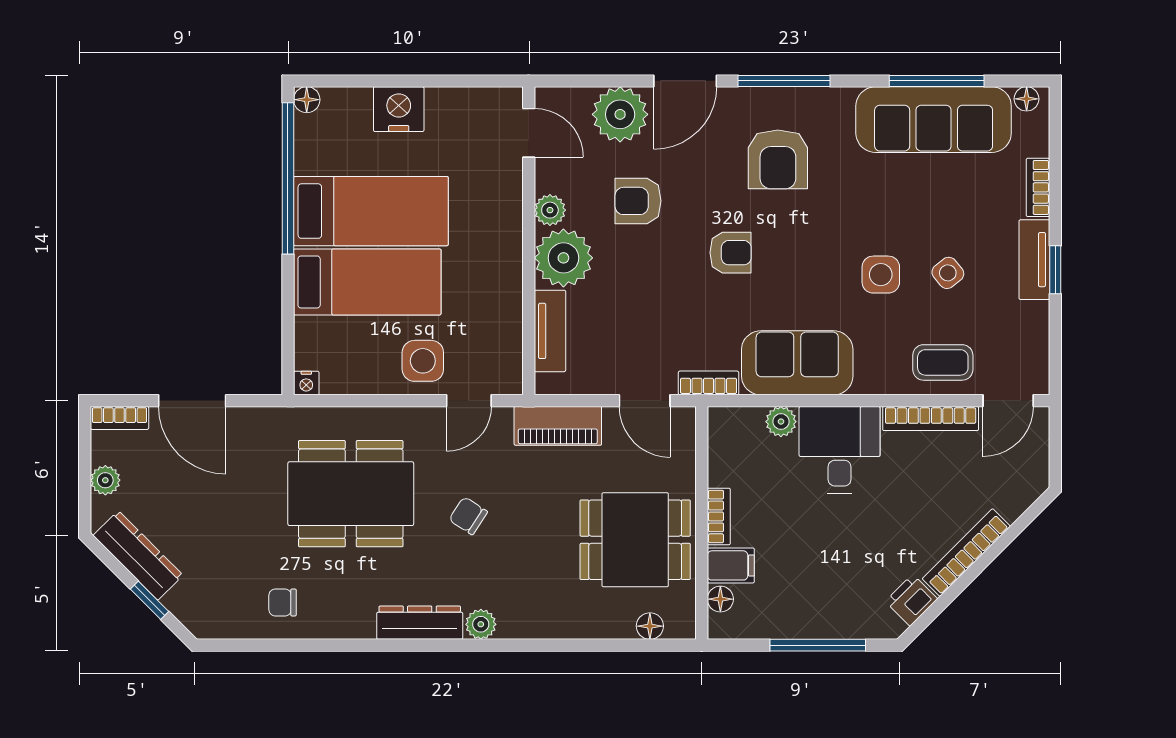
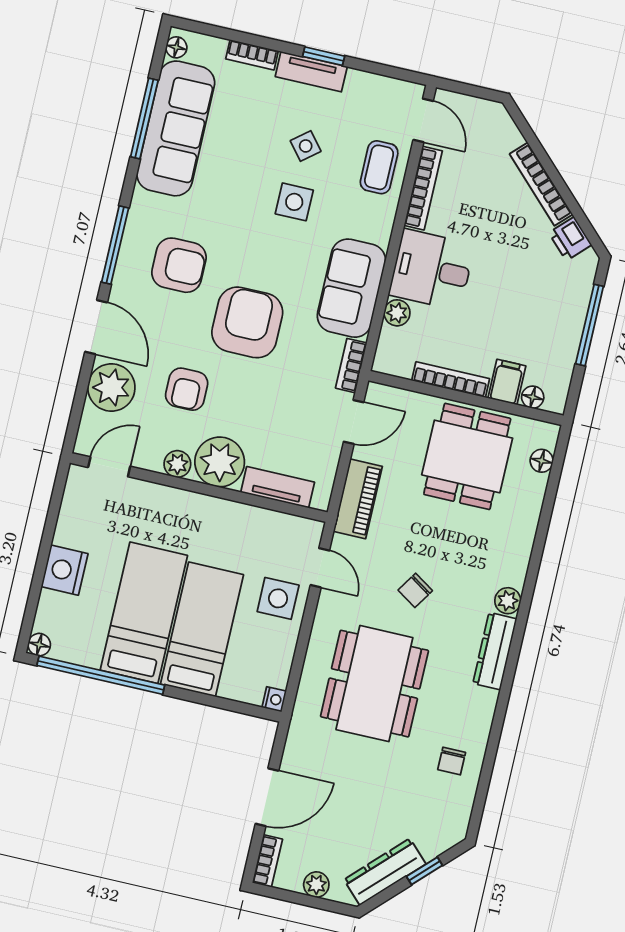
armchair: (730, 253) -> (247, 322), width x1.88, depth x1.88
bookcase: (719, 516) -> (451, 380), width x1.56

